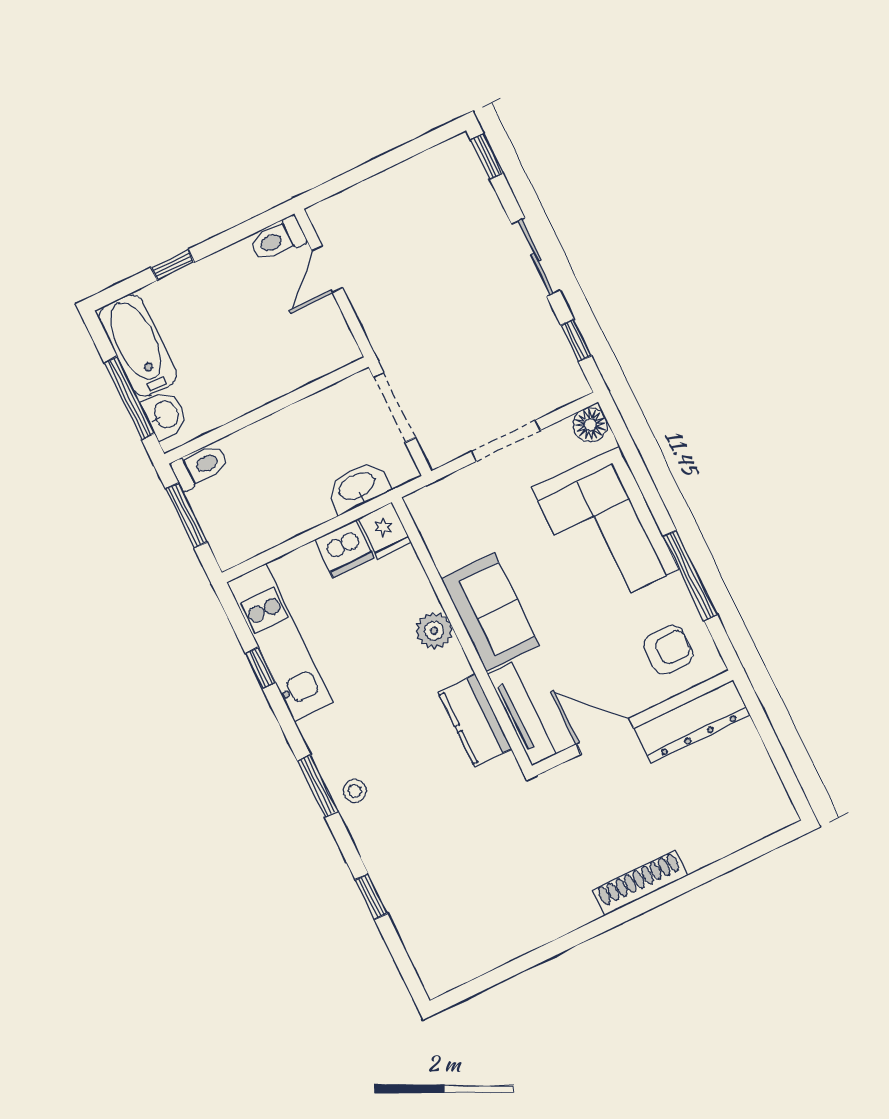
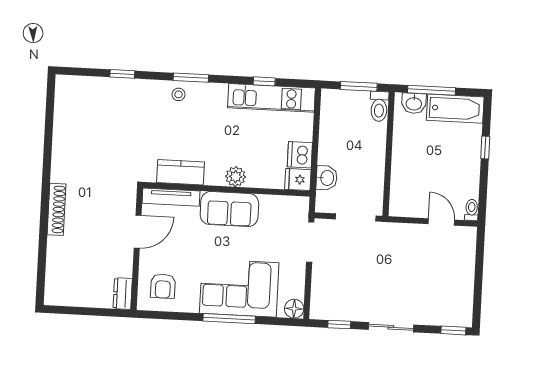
toilet: (278, 239) -> (472, 210), width x0.73, depth x0.72
doorway: (506, 441) -> (310, 242), moved
washbasin: (357, 487) -> (327, 178), width x0.72
window: (690, 575) -> (229, 319), moved
dresser: (692, 722) -> (123, 294), width x0.51, depth x0.80

